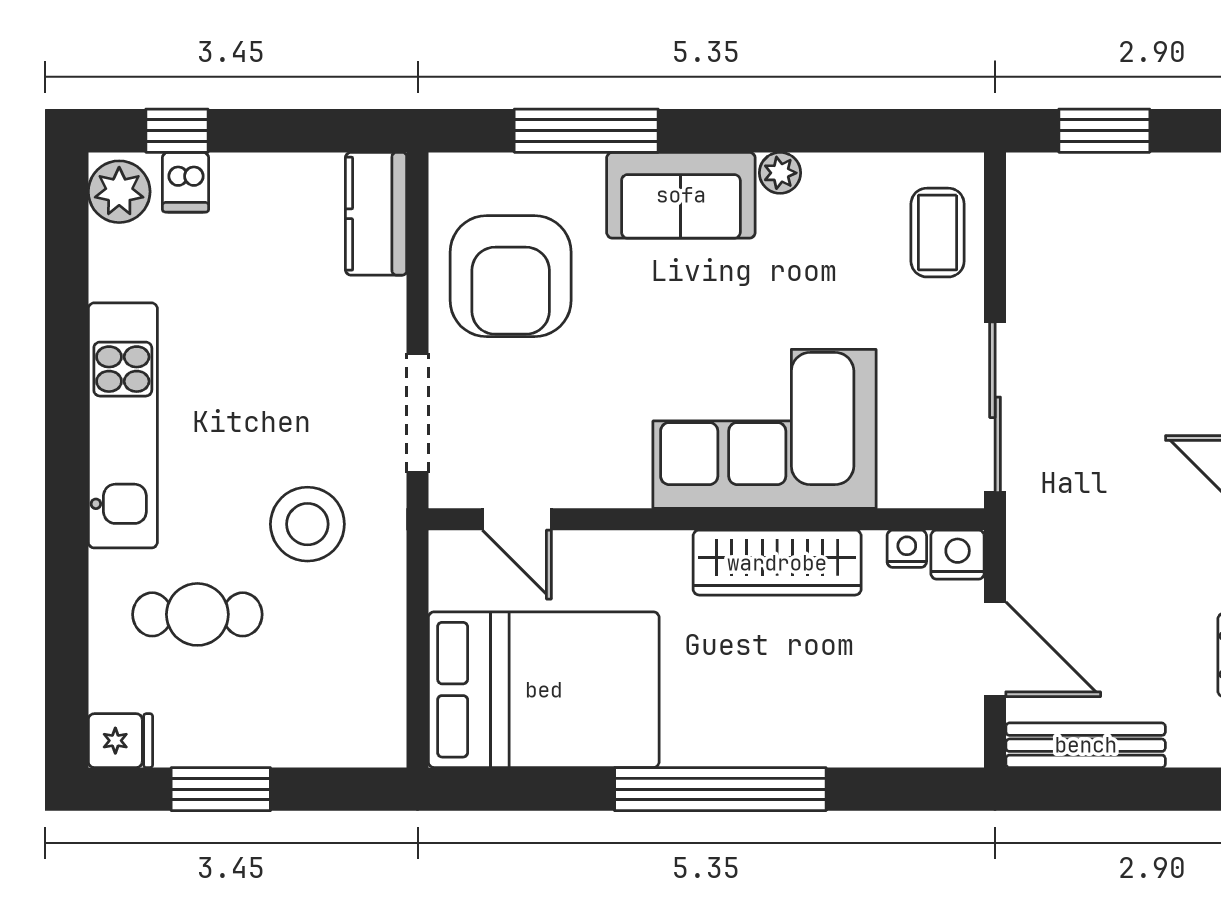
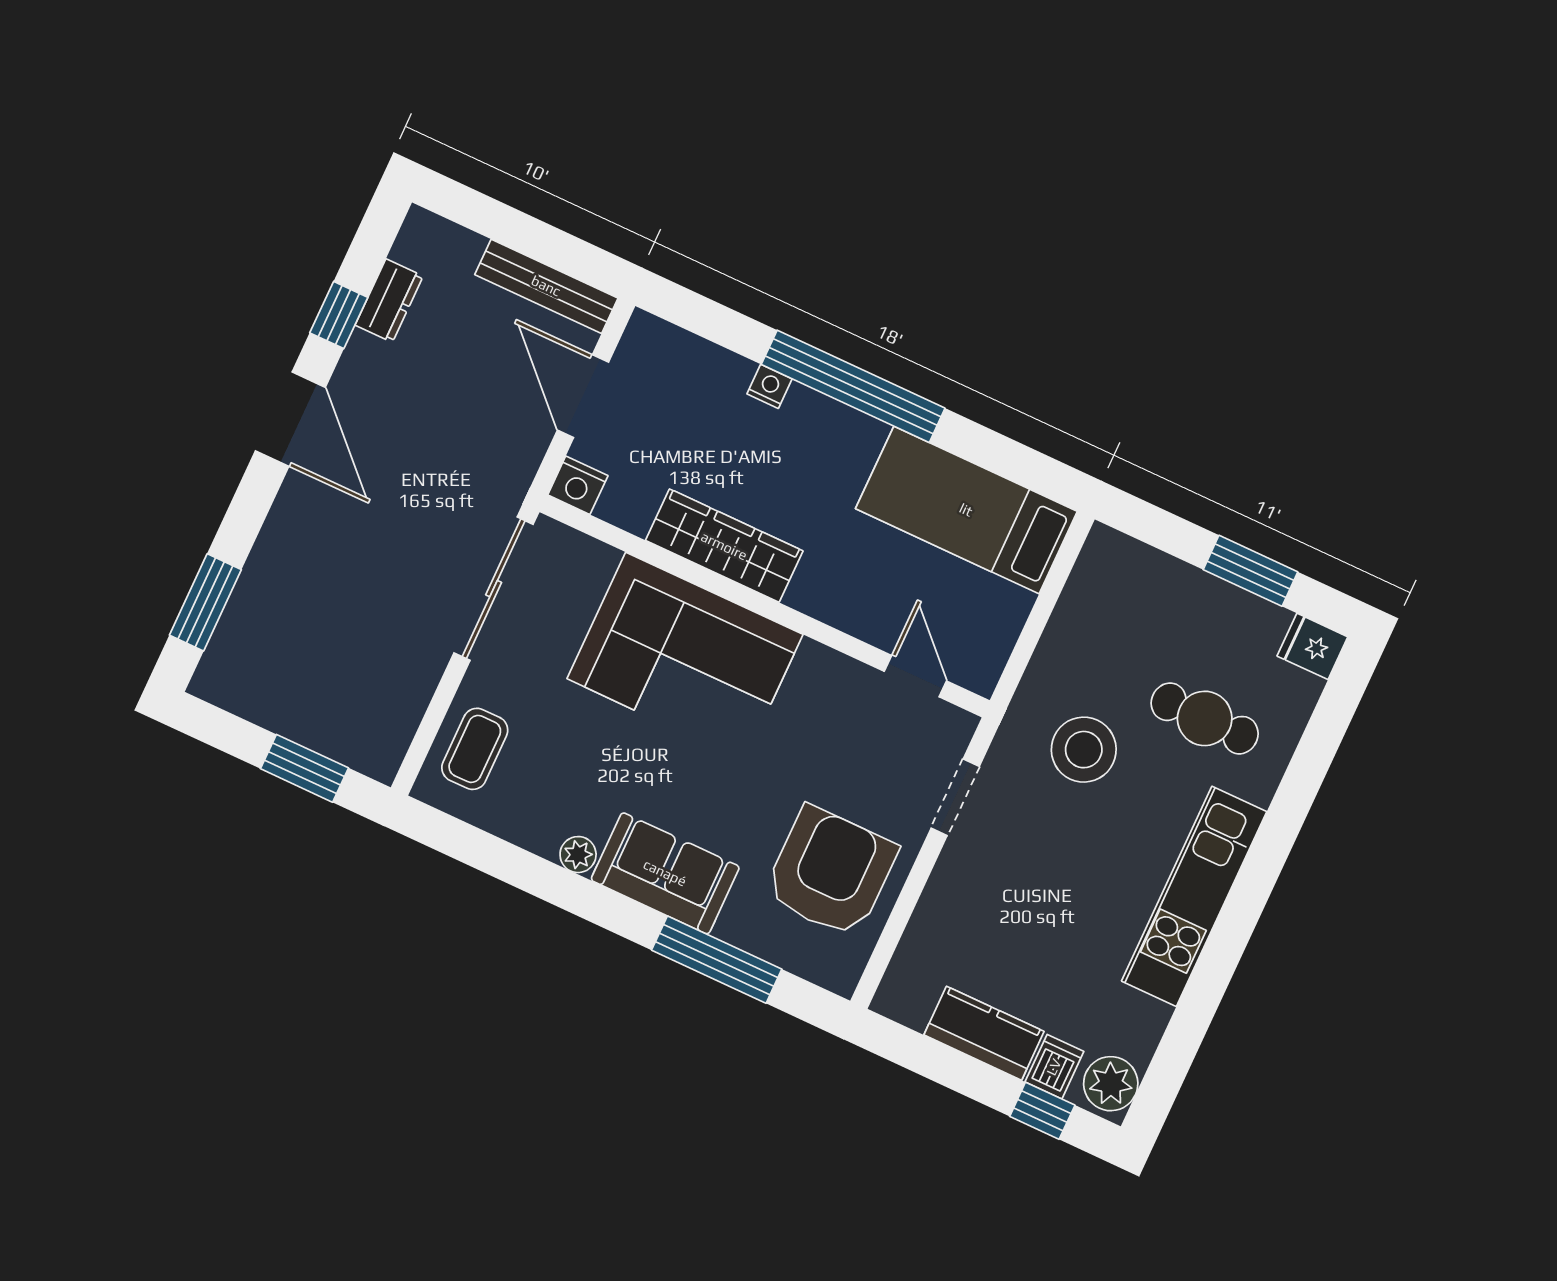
kitchen counter: (376, 214) -> (984, 1033), moved, turned -90
doorway: (418, 413) -> (955, 797), width x0.73
nightstand: (907, 549) -> (769, 386), moved, turned 180
bed: (544, 690) -> (966, 510), width x0.67

